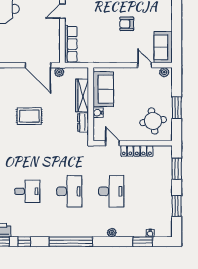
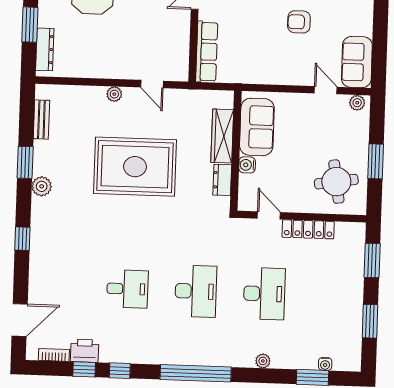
door: (38, 65) -> (152, 84), width x0.53
plant: (59, 72) -> (114, 94), moved
rug: (29, 116) -> (135, 167), width x1.86, depth x2.06

